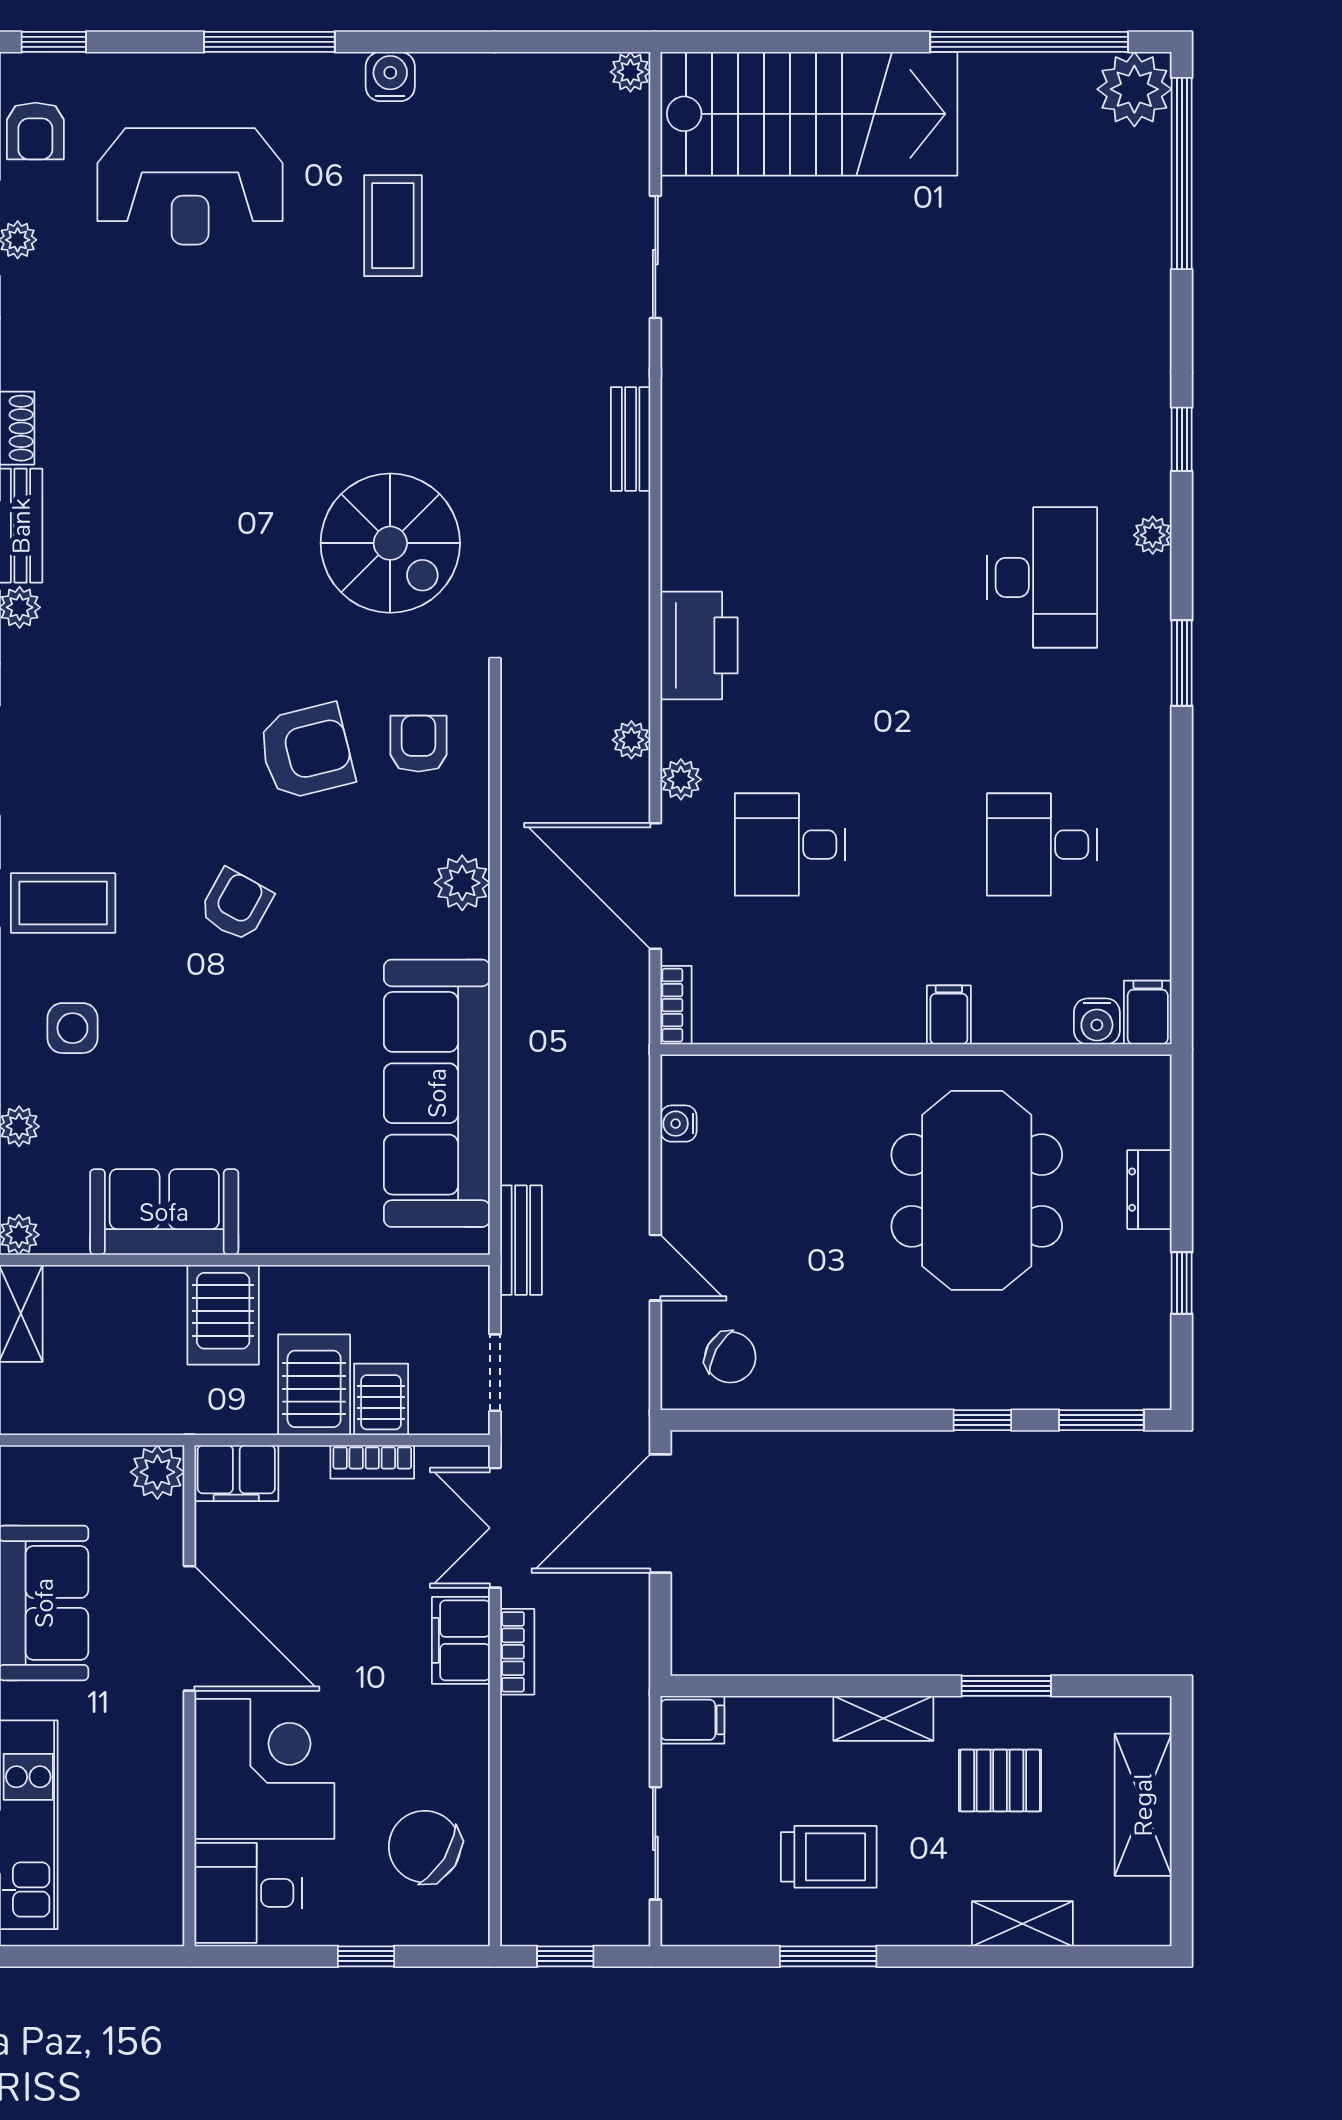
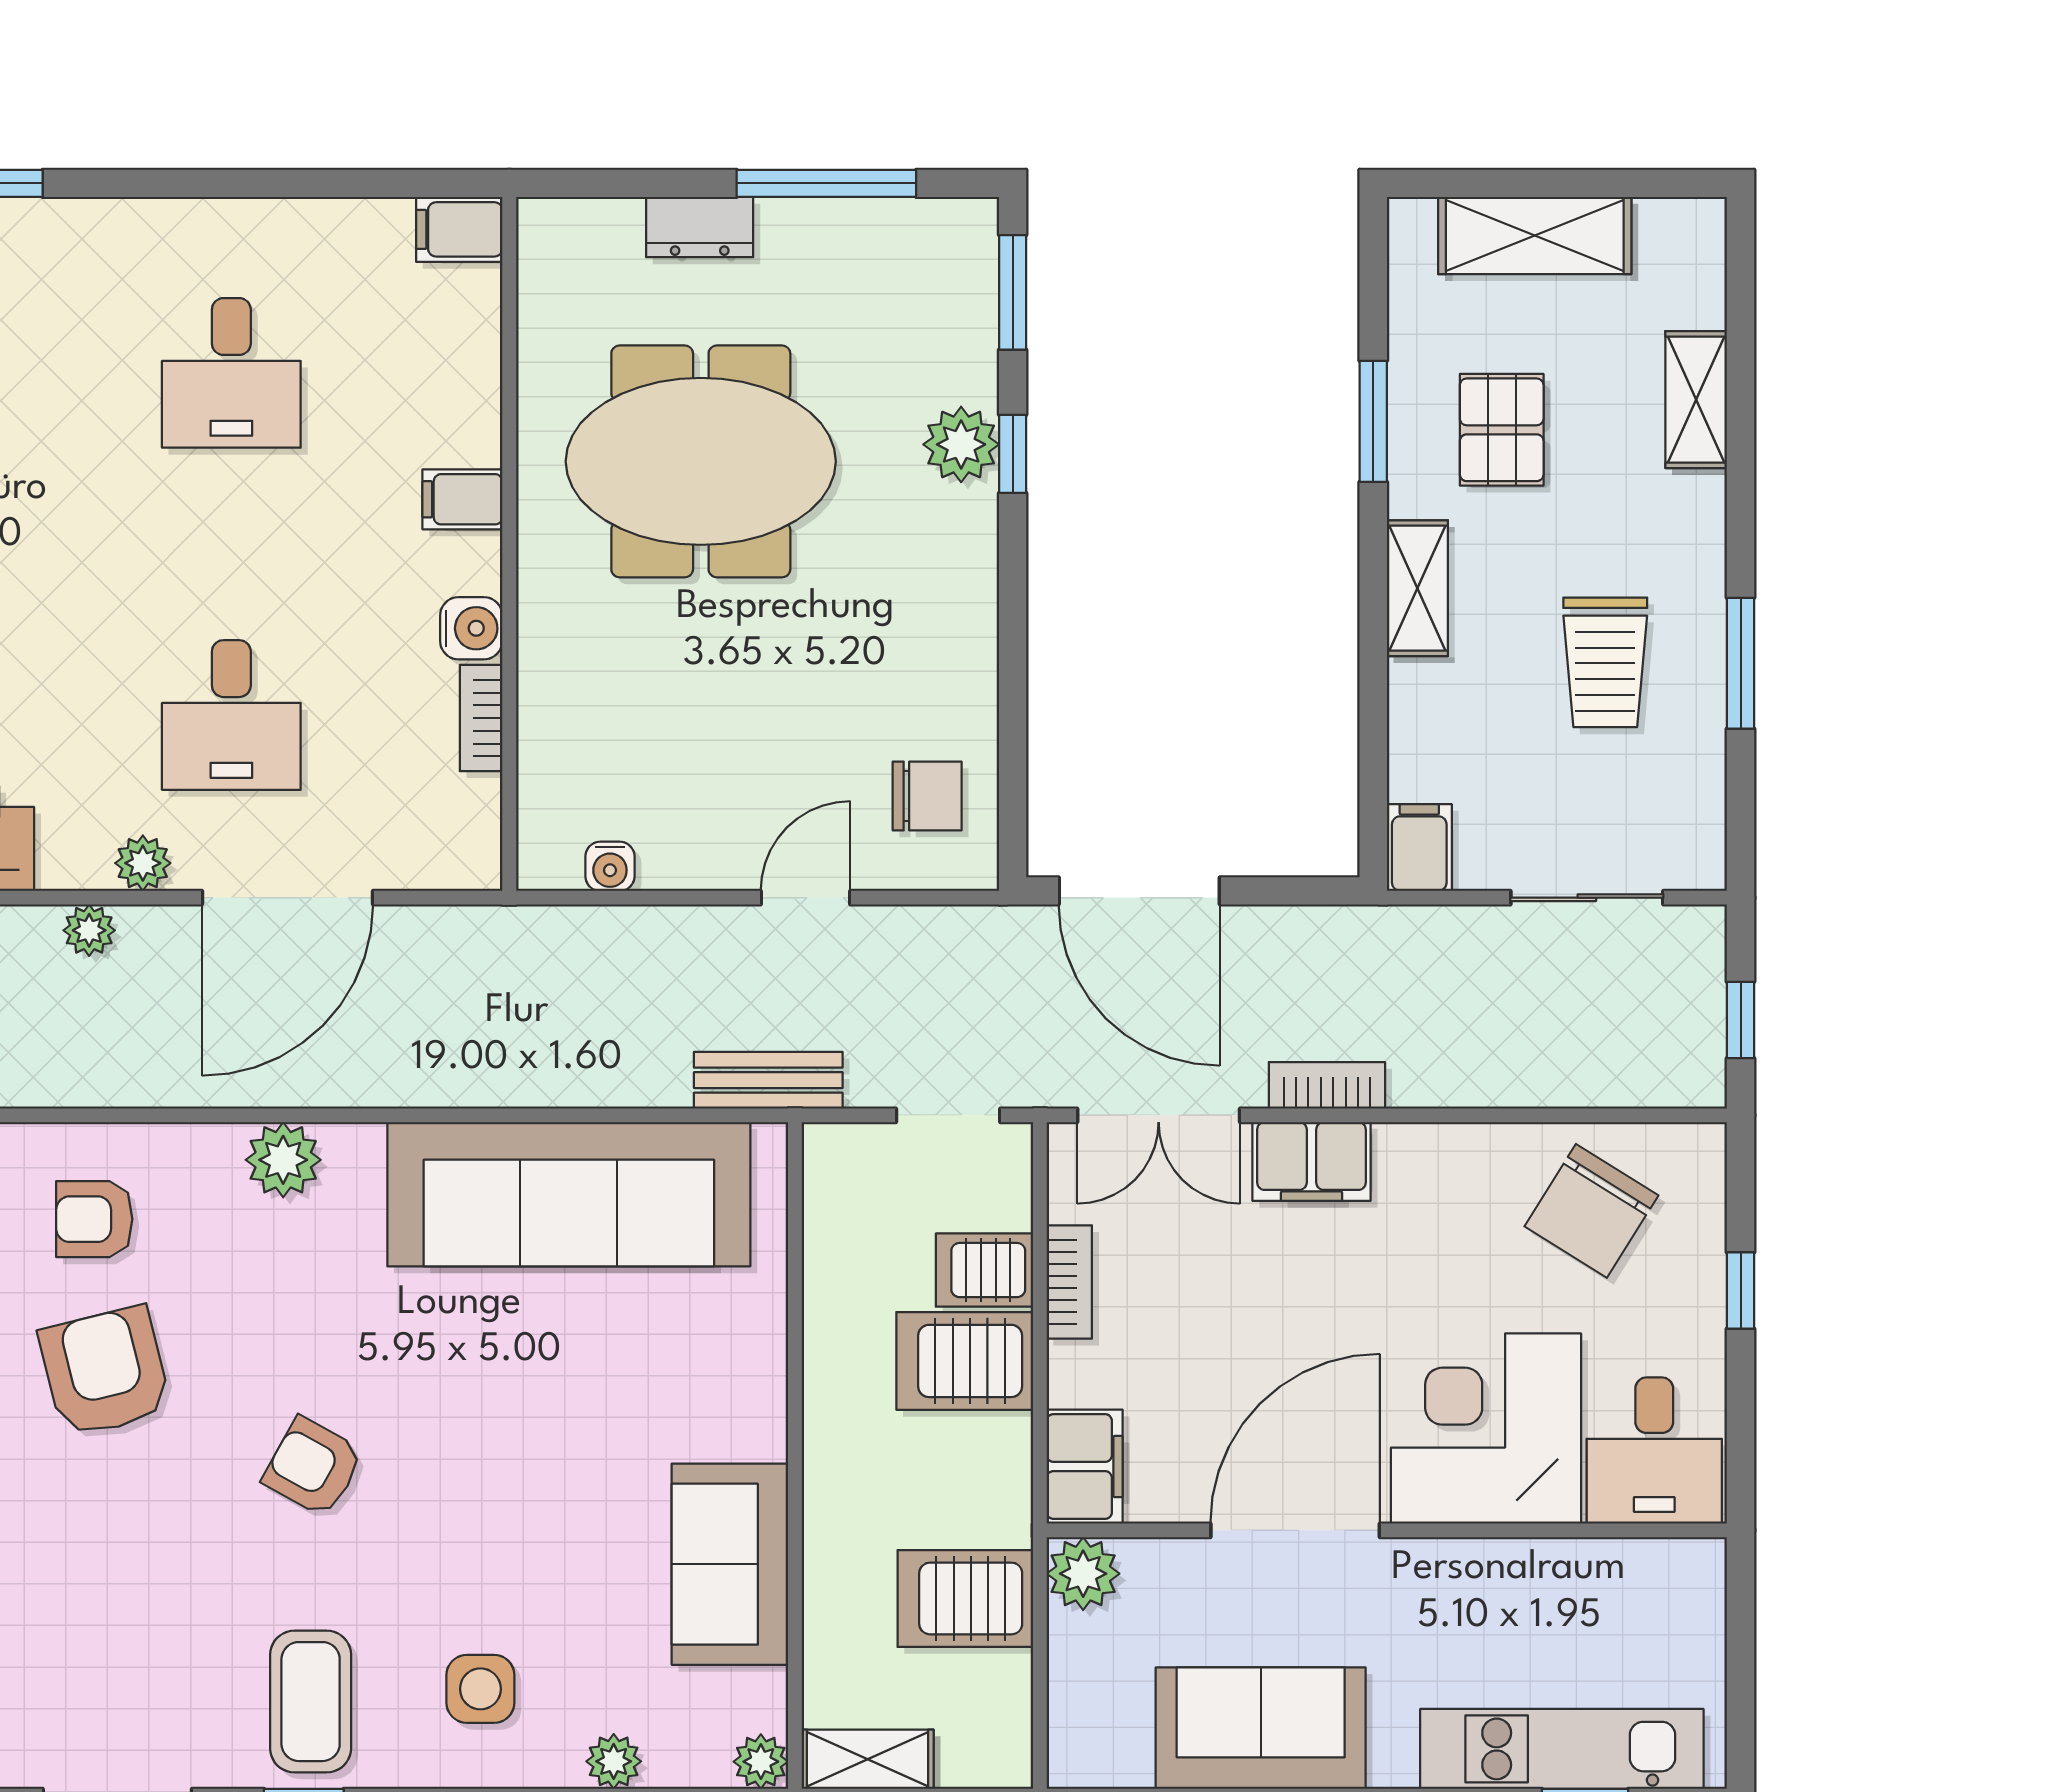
bookcase: (676, 1005) -> (481, 718), moved, turned -90
water cooler: (1097, 1021) -> (471, 628), moved
window: (1182, 1283) -> (826, 183), width x2.17
server rack: (223, 1315) -> (965, 1598), moved, turned 180
chair: (730, 1357) -> (927, 796), turned 61
plant: (989, 1382) -> (961, 444), added
trolley: (829, 1857) -> (1605, 662), turned 180

